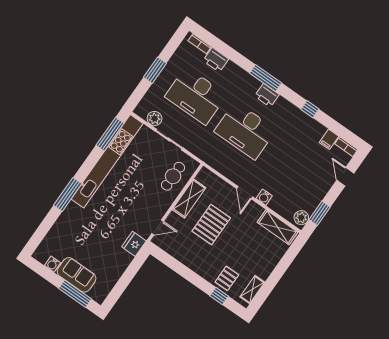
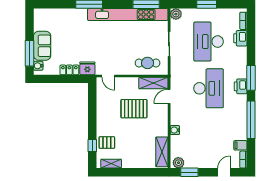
window: (310, 109) -> (251, 120), width x3.17
plant: (155, 119) -> (176, 14), moved
desk: (245, 131) -> (209, 88), turned 180
door: (245, 193) -> (169, 96), moved
shelving: (189, 199) -> (153, 83), moved
water cooler: (52, 264) -> (38, 66), moved
locker: (122, 264) -> (69, 70), added

